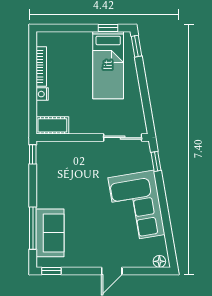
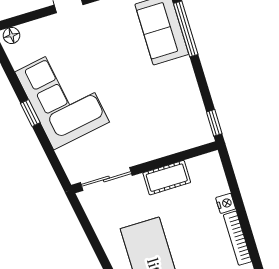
cot: (52, 125) -> (167, 178), moved
window: (156, 161) -> (30, 113), moved

